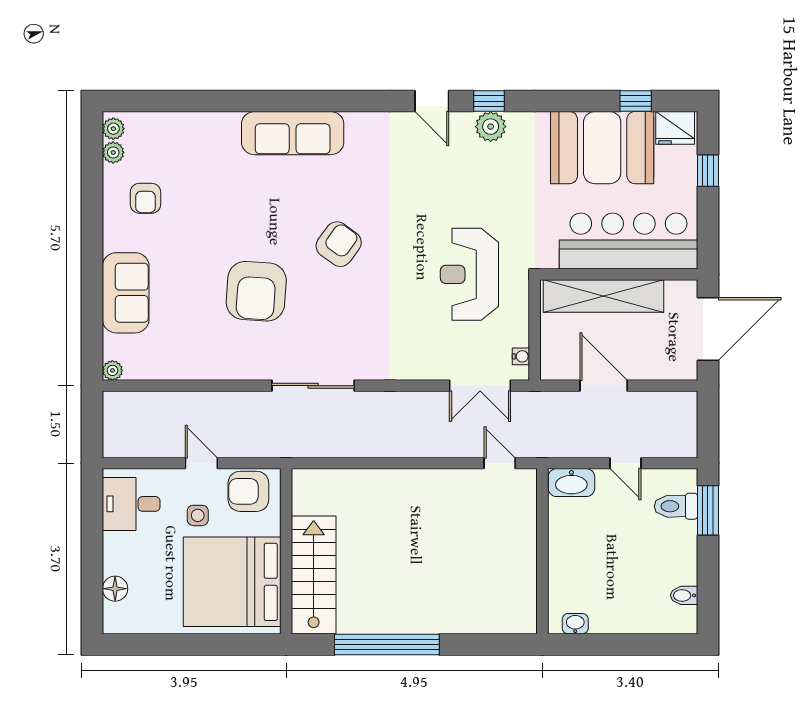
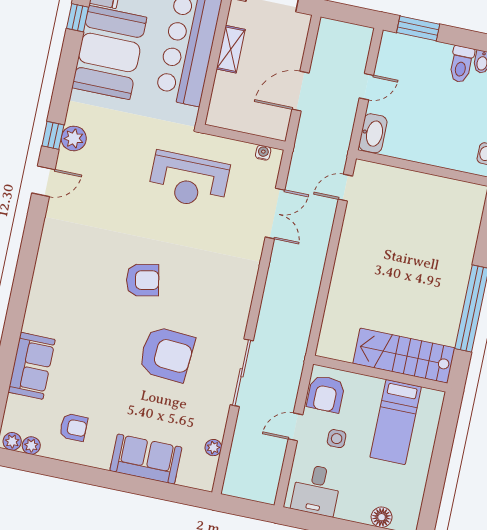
sofa: (293, 133) -> (32, 366), moved, width x0.73
armchair: (339, 244) -> (143, 280), turned 133
shelving: (604, 296) -> (231, 49), width x0.45, depth x0.75
plant: (112, 370) -> (213, 448), moved
sliding door: (313, 386) -> (242, 373), moved
double door: (480, 386) -> (275, 214), moved
toilet: (676, 506) -> (461, 64), moved
bed: (232, 582) -> (396, 422), width x0.49

